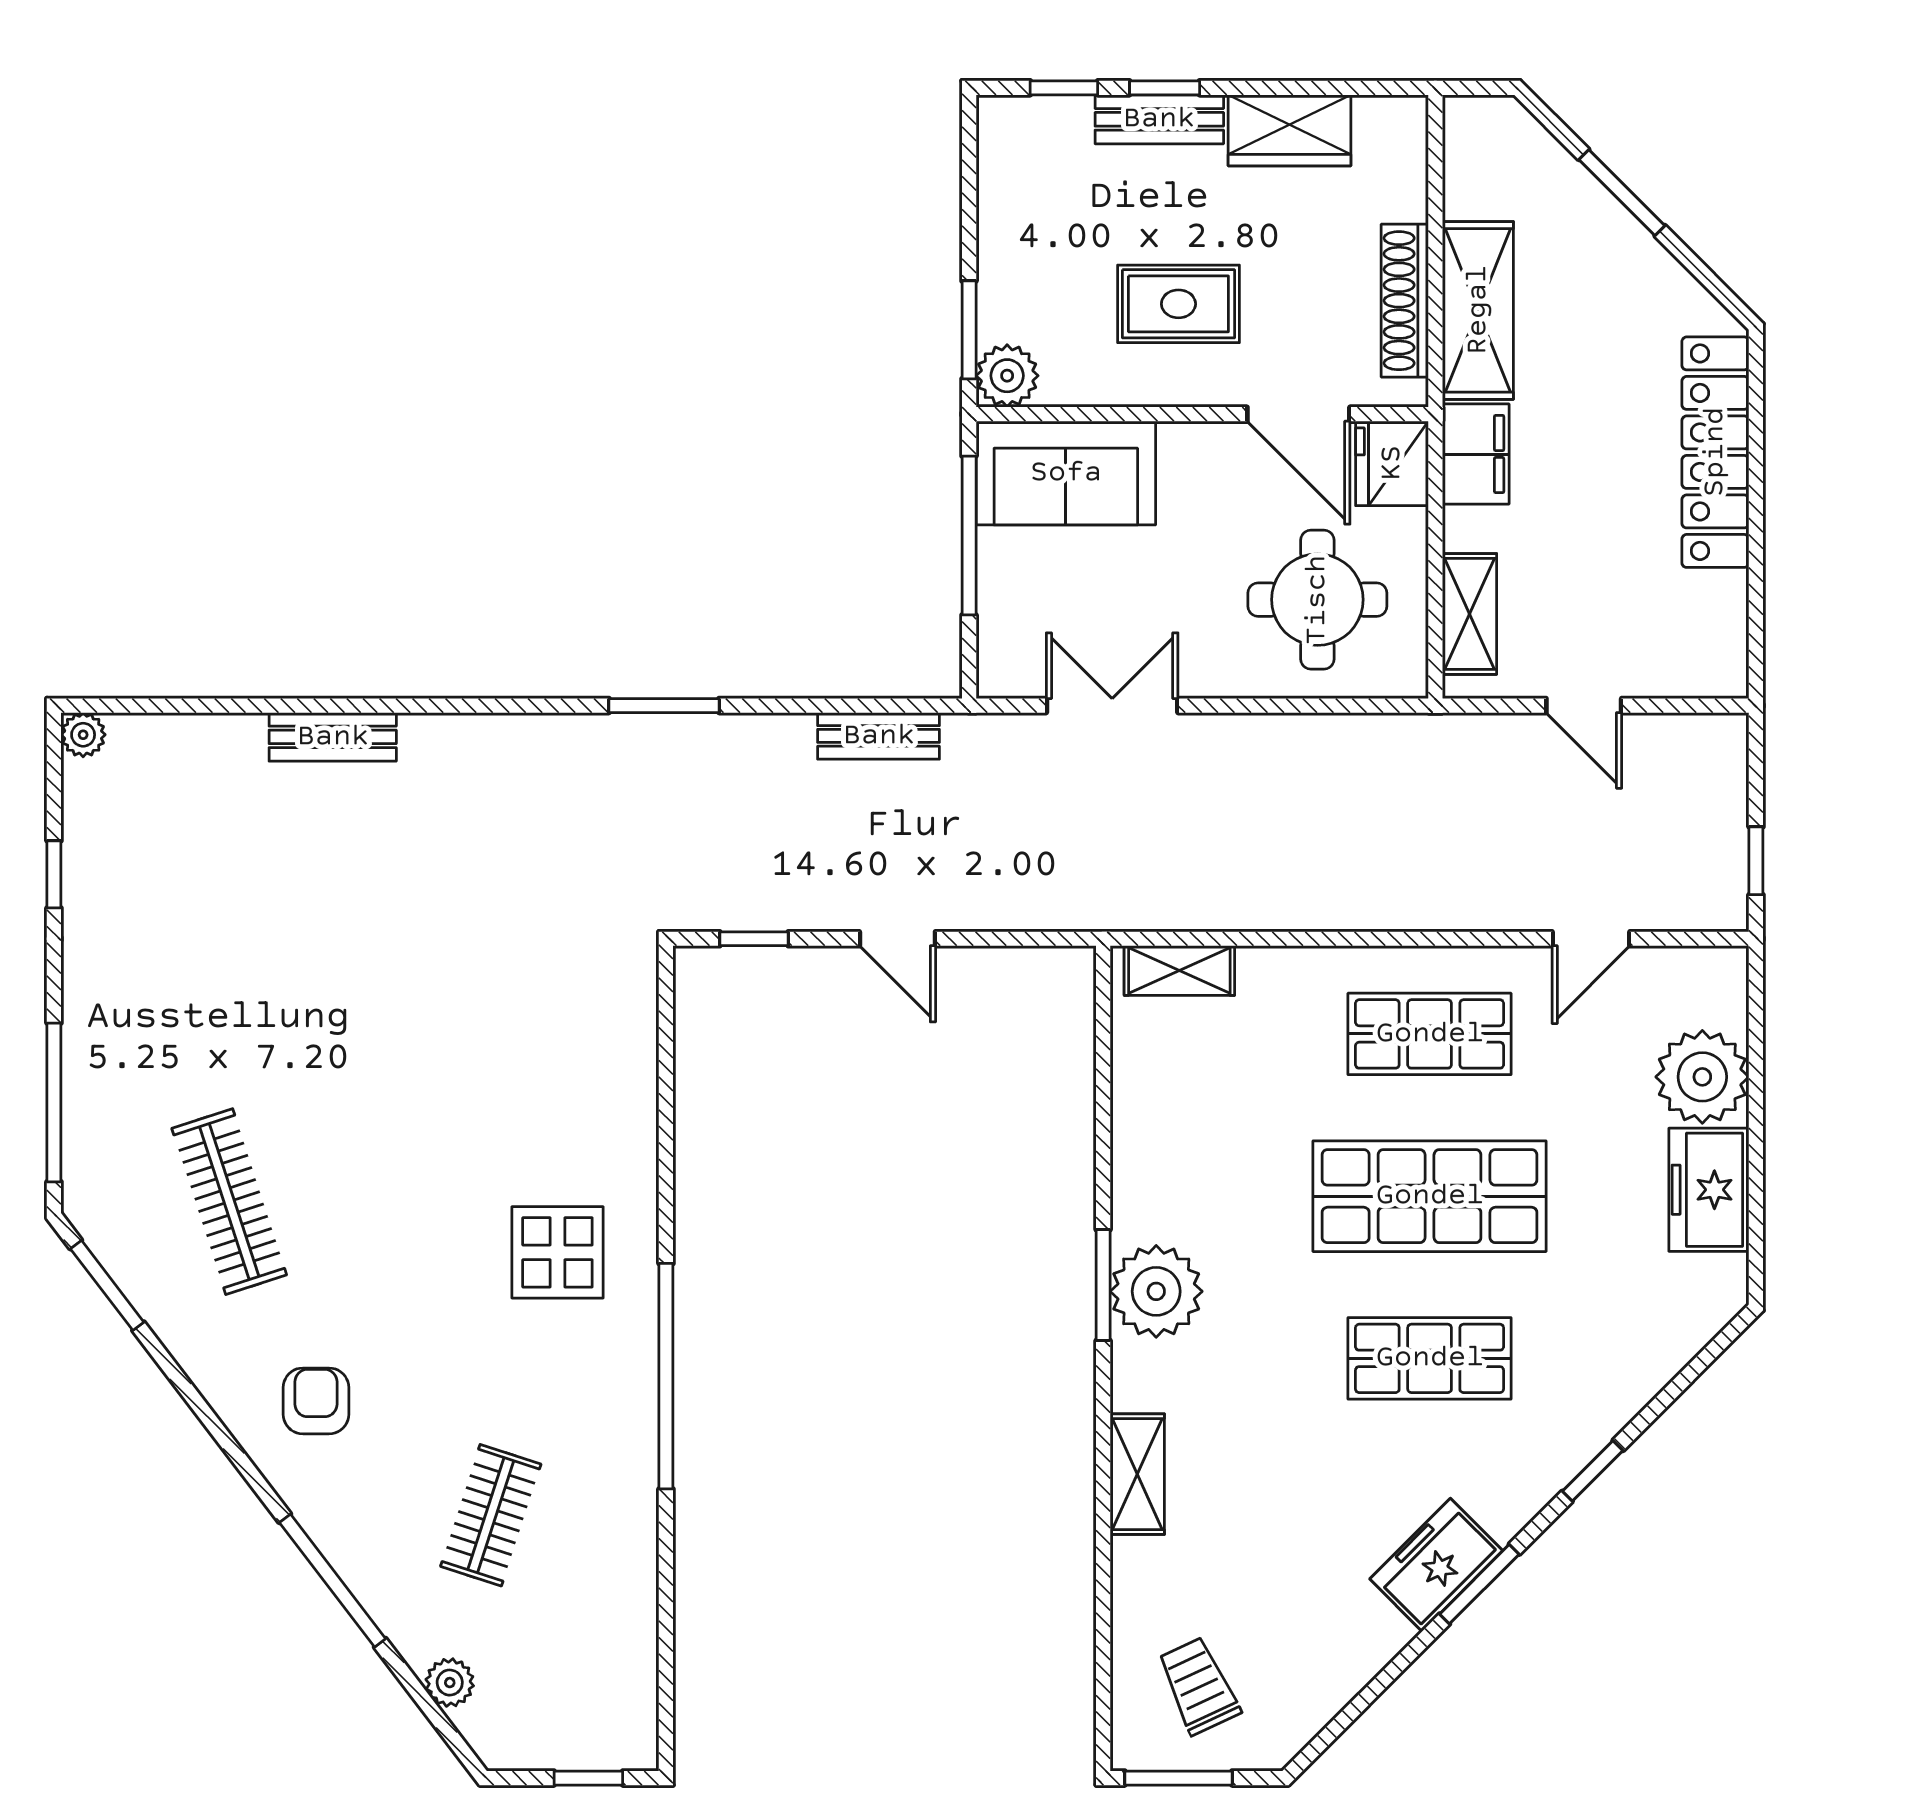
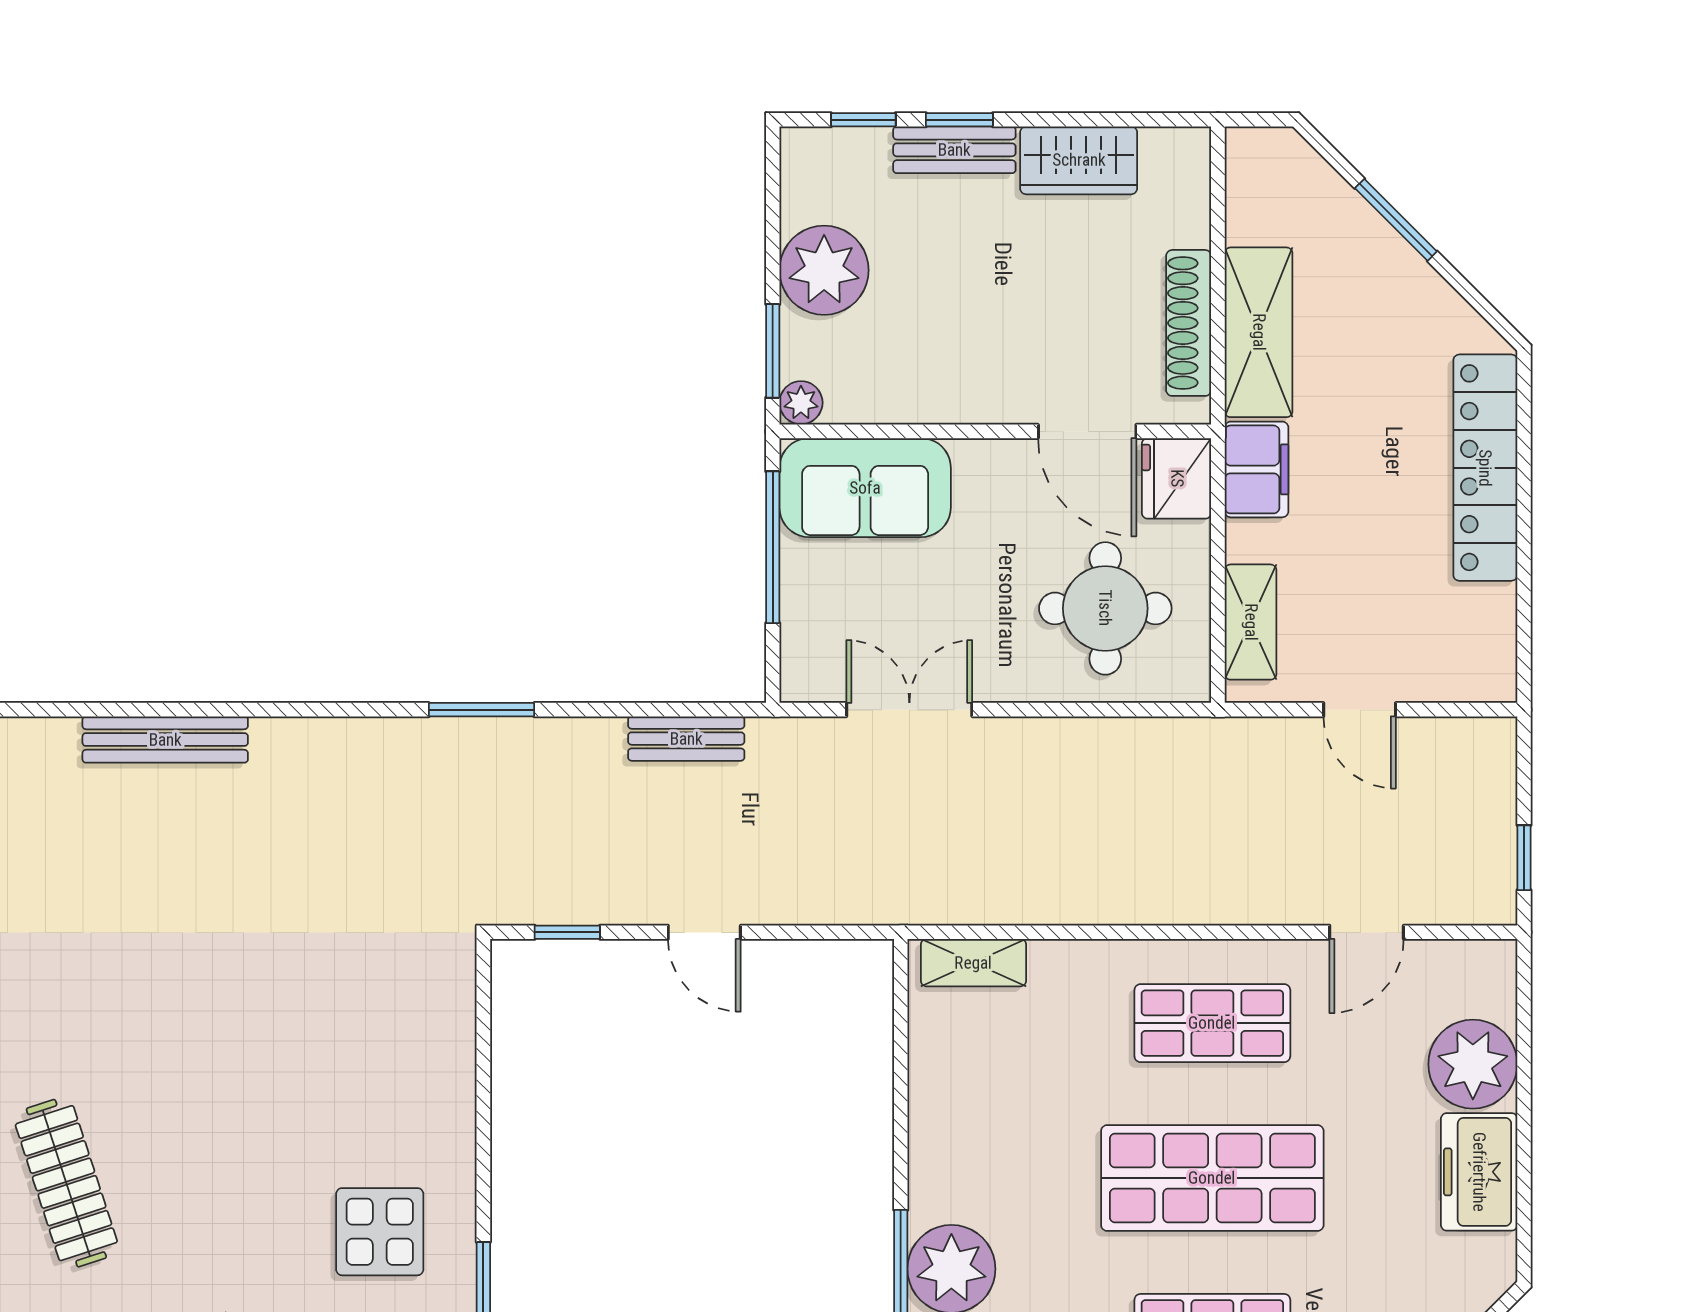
plant: (1023, 245) -> (824, 270), added
rug: (1178, 304) -> (973, 326), removed
plant: (1007, 376) -> (801, 403), width x0.73, depth x0.73
bench: (333, 737) -> (165, 740), width x1.36

